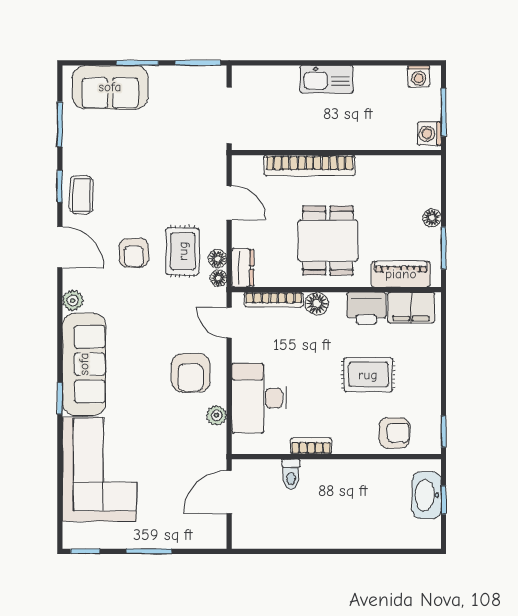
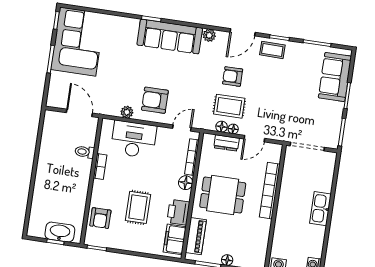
dresser: (243, 268) -> (226, 143), moved
floor lamp: (219, 278) -> (233, 129), moved
corner sofa: (99, 469) -> (78, 42), moved, turned -90

